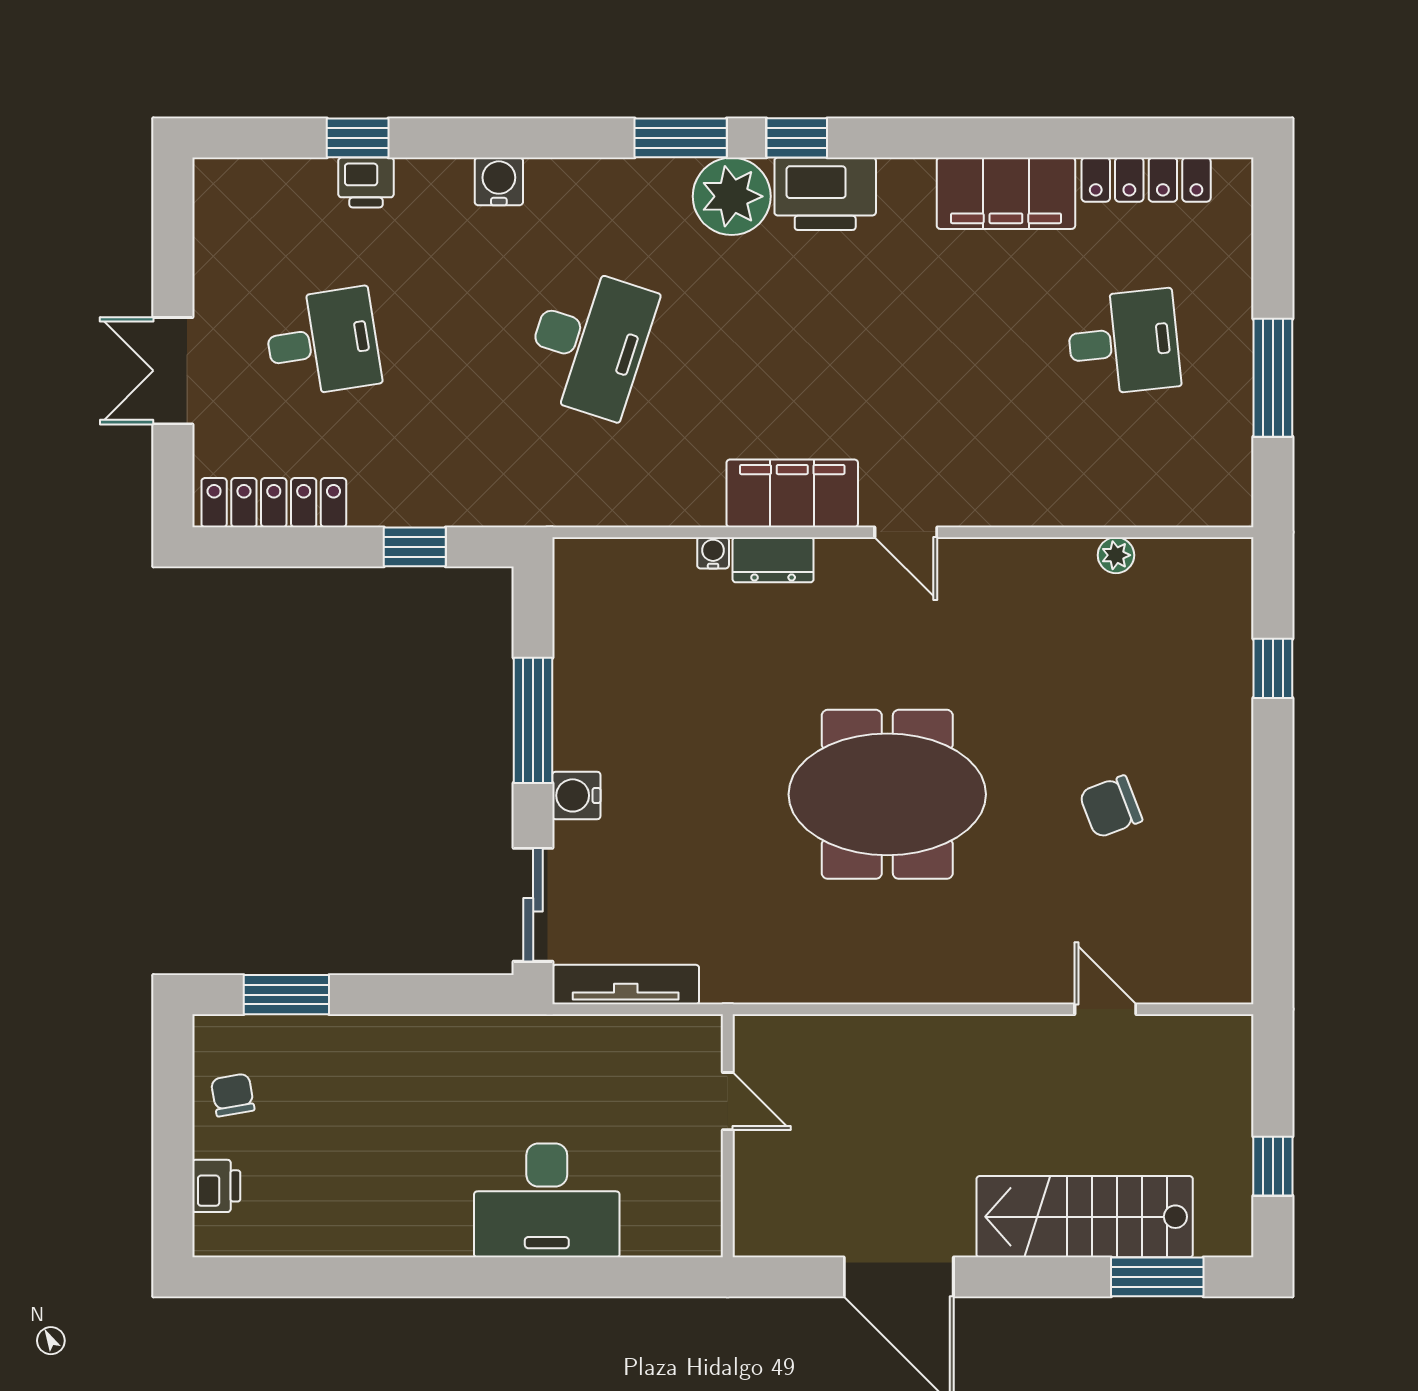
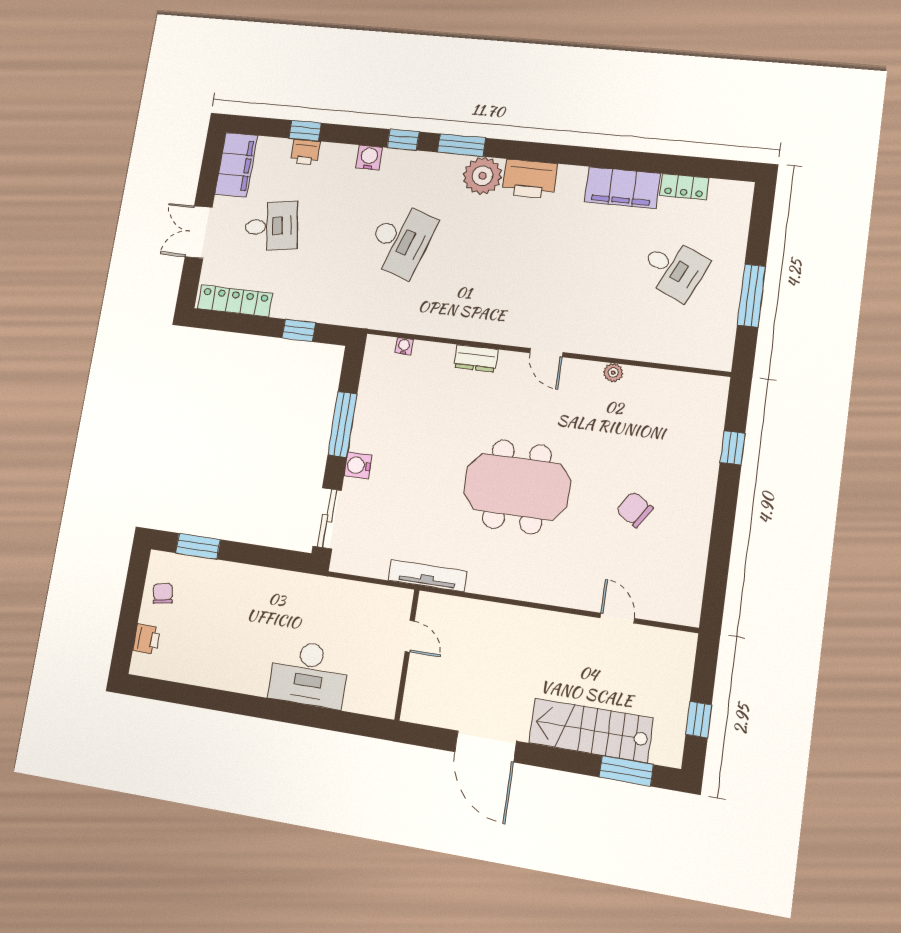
window: (797, 138) -> (403, 140), moved
locker: (1146, 180) -> (684, 187), width x0.66
desk: (1123, 342) -> (674, 269), turned 30
filing cabinet: (792, 493) -> (236, 165), moved, turned 90
water cooler: (713, 553) -> (404, 346), moved
plant: (1116, 555) -> (613, 373), moved
chair: (1111, 807) -> (635, 510), turned 54
tv unit: (626, 984) -> (428, 576), moved

